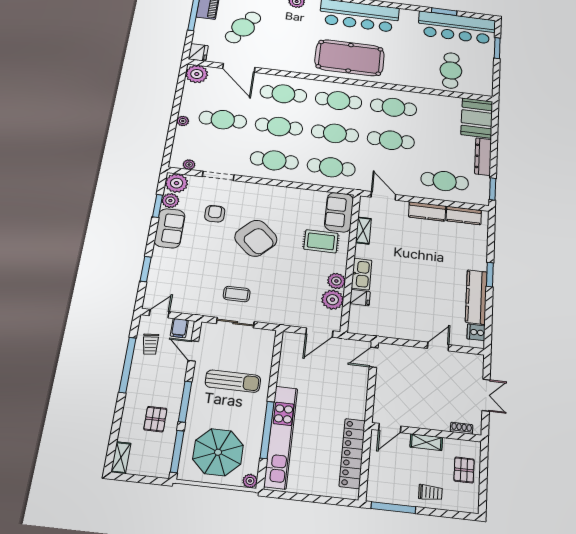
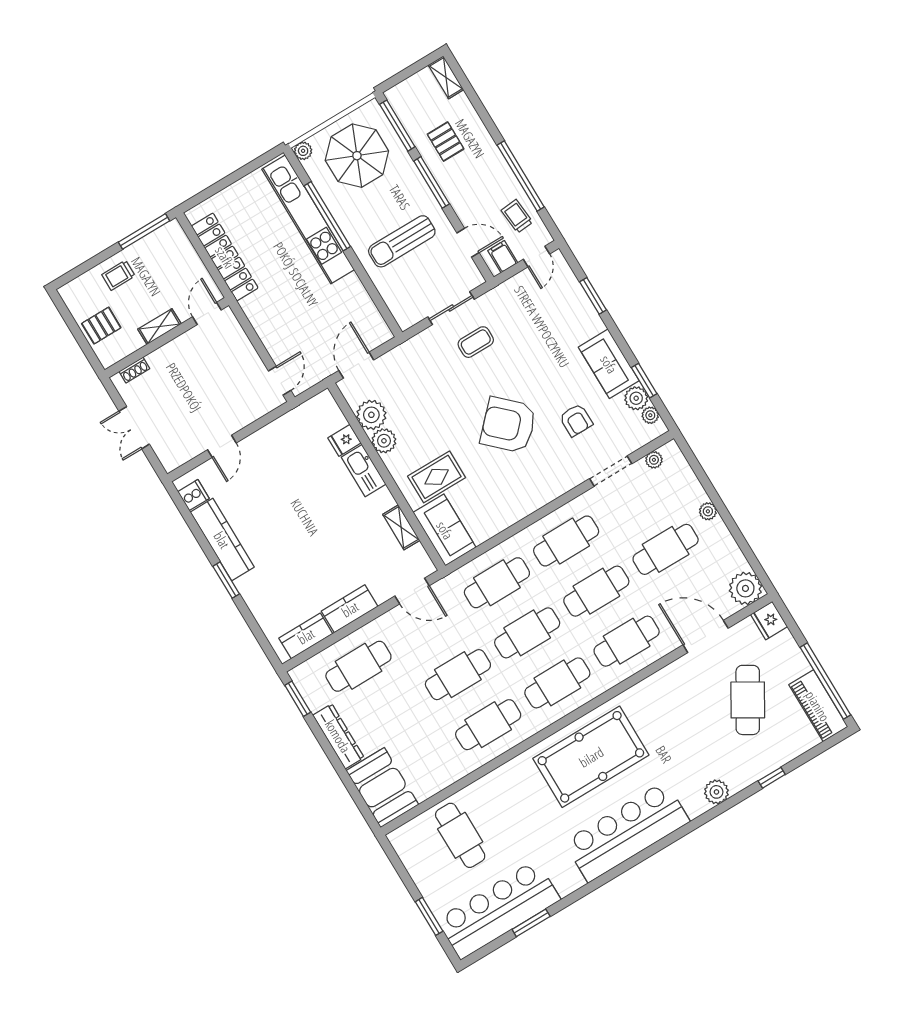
plant: (177, 183) -> (650, 415), width x0.53, depth x0.53
pallet: (464, 470) -> (101, 326), turned 90

